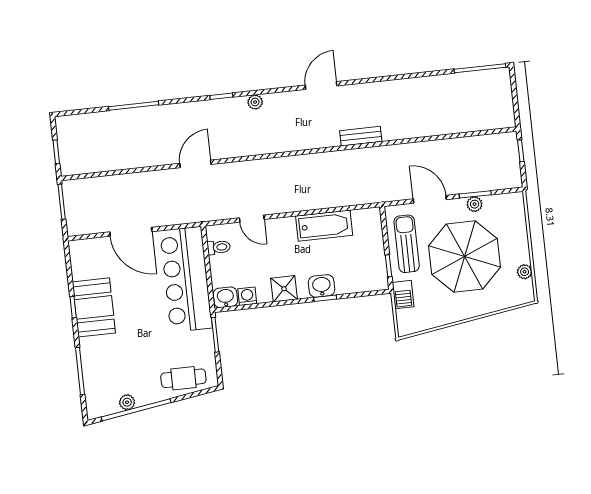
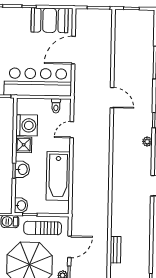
bench: (361, 136) -> (115, 250), moved
bathtub: (324, 226) -> (58, 176), width x1.36, depth x1.36
sun lounger: (407, 244) -> (43, 228), turned 180
washing machine: (247, 296) -> (27, 125), width x1.89, depth x1.89
washbasin: (225, 297) -> (21, 205), moved
booth: (94, 307) -> (50, 20), moved

